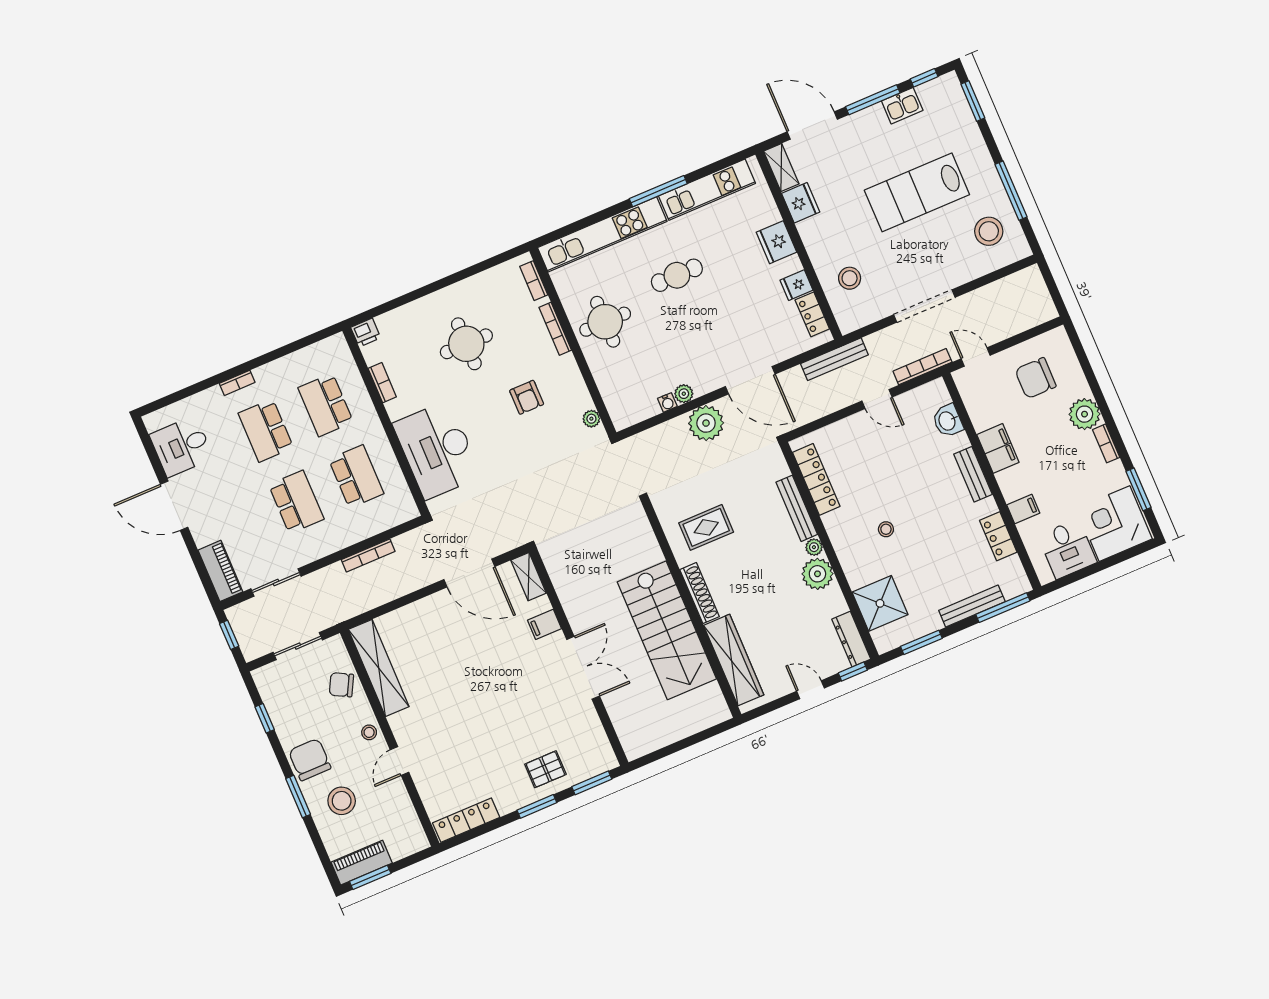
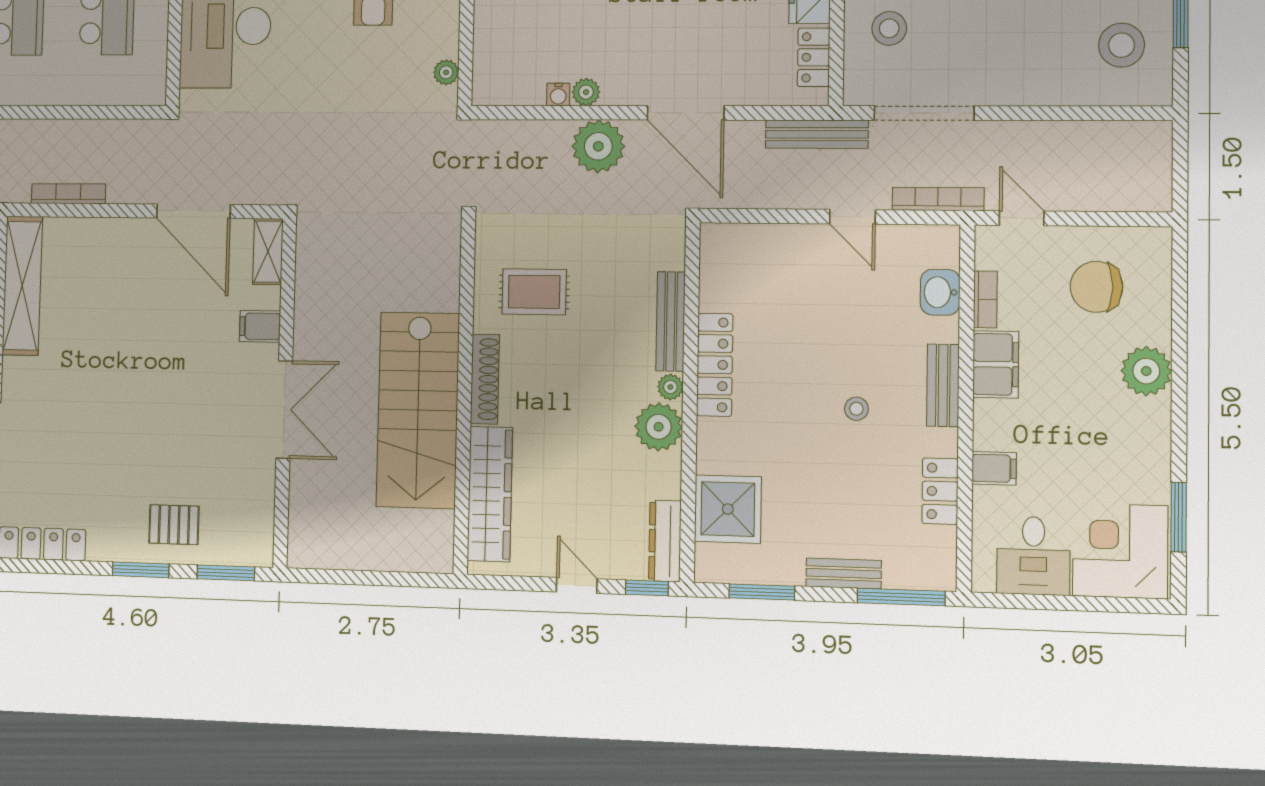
doorway: (924, 306) -> (924, 113), moved
bookcase: (1106, 443) -> (985, 299), moved, turned 180
locker: (816, 479) -> (715, 365), moved
stool: (886, 529) -> (856, 409), moved
bookcase: (368, 555) -> (68, 194), moved, turned 180
bench: (972, 606) -> (844, 574), width x0.73

